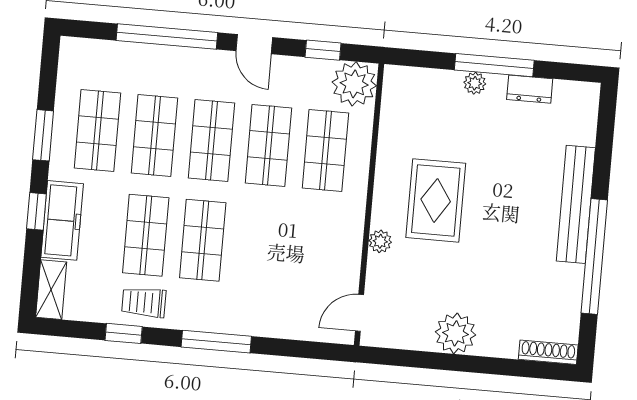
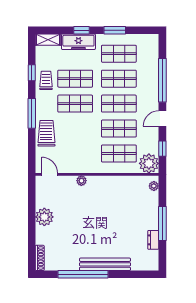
plant: (475, 83) -> (154, 186), moved
rug: (436, 200) -> (101, 203), removed
trolley: (265, 312) -> (46, 133), added

